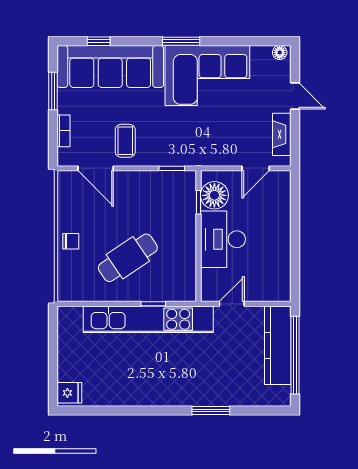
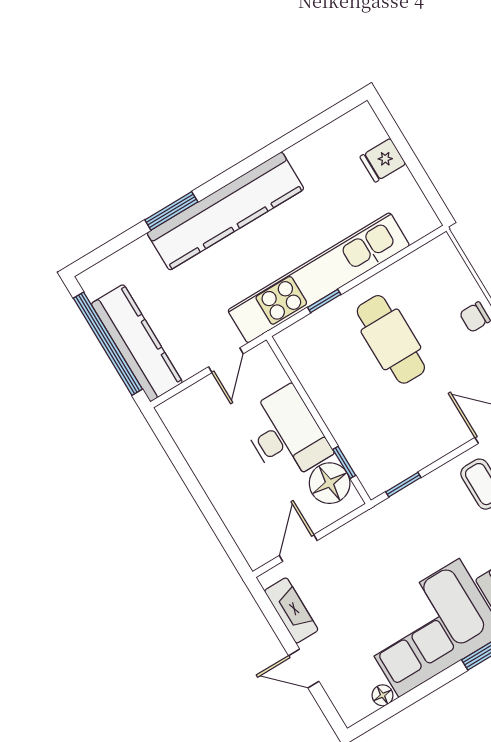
floor lamp: (280, 52) -> (383, 695), moved
cafe table: (128, 258) -> (391, 339), turned -56
kitchen counter: (179, 391) -> (226, 211), added
fridge: (69, 393) -> (383, 160), moved

